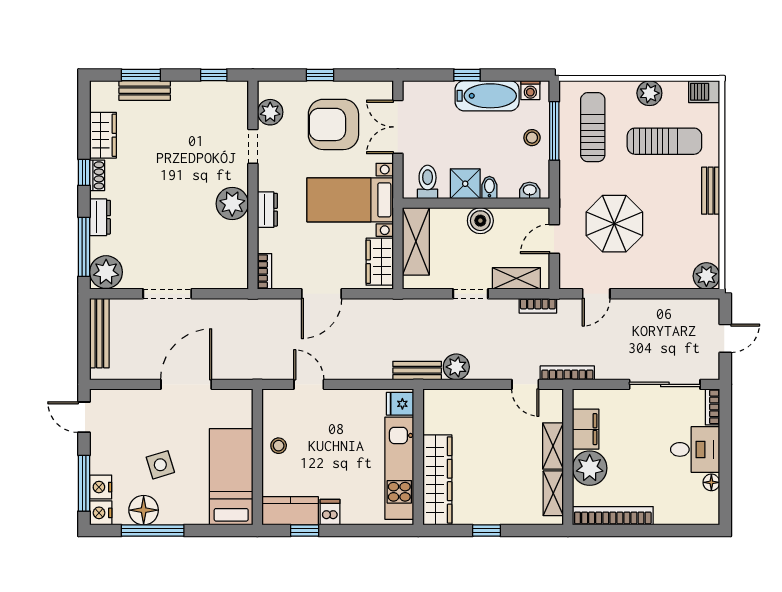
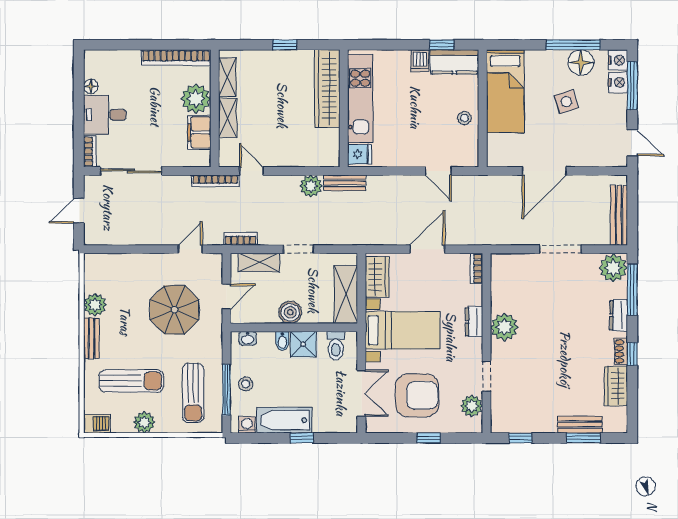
sun lounger: (664, 141) -> (131, 381), turned 180
plant: (706, 276) -> (95, 305), moved

